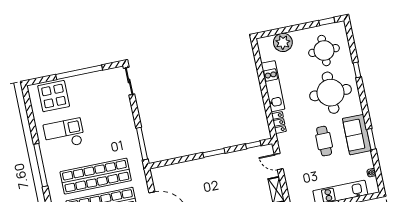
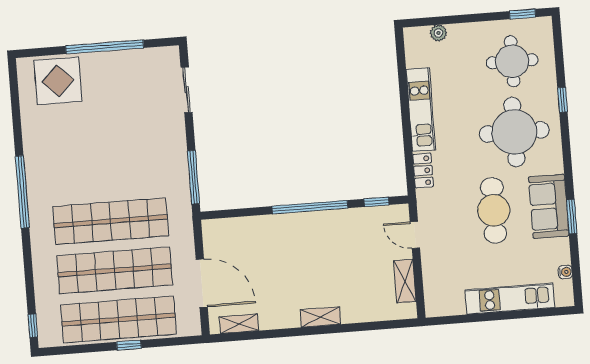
plant: (283, 42) -> (438, 33), width x0.53, depth x0.53
sliding door: (129, 81) -> (187, 90), moved
checkout: (64, 134) -> (68, 146), removed
cafe table: (324, 141) -> (494, 210), width x1.37, depth x1.35
window: (214, 153) -> (310, 207), width x2.11

